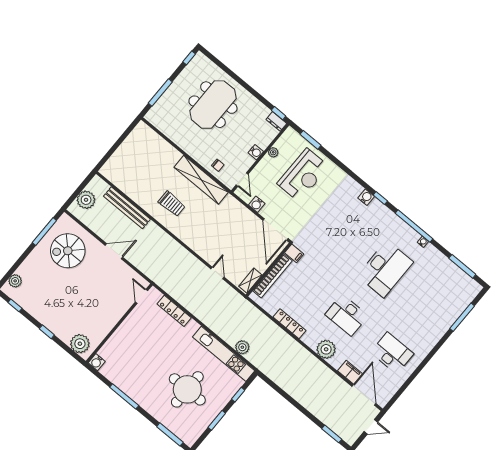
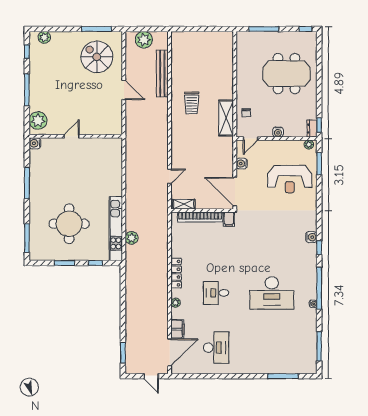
plant: (273, 152) -> (309, 145), moved
shelving: (201, 180) -> (226, 118), width x0.68
door: (275, 229) -> (235, 192), hinge flipped
door: (142, 296) -> (72, 136), moved
locker: (174, 311) -> (117, 168), removed
desk: (347, 315) -> (216, 293), width x0.73
locker: (289, 324) -> (176, 273), moved
window: (47, 332) -> (27, 90), width x2.17
plant: (326, 349) -> (176, 303), width x0.53, depth x0.53

